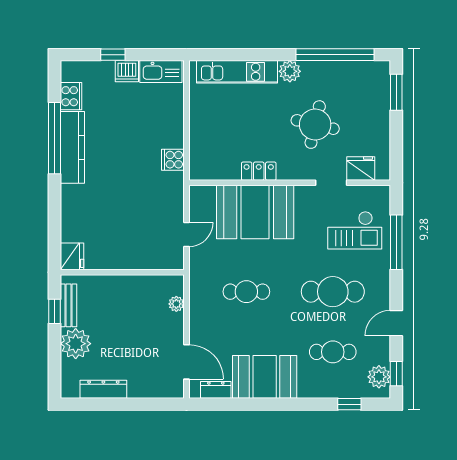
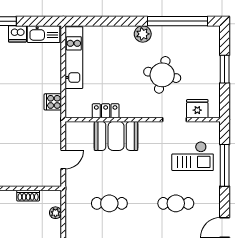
kitchen unit: (237, 72) -> (74, 58), moved, turned -90
window: (396, 92) -> (225, 69), moved
locker: (259, 171) -> (106, 111), moved
booth: (255, 212) -> (116, 136), width x0.73, depth x0.70
shoe rack: (141, 282) -> (28, 196), added
cafe table: (333, 292) -> (176, 203), width x0.73, depth x0.74

